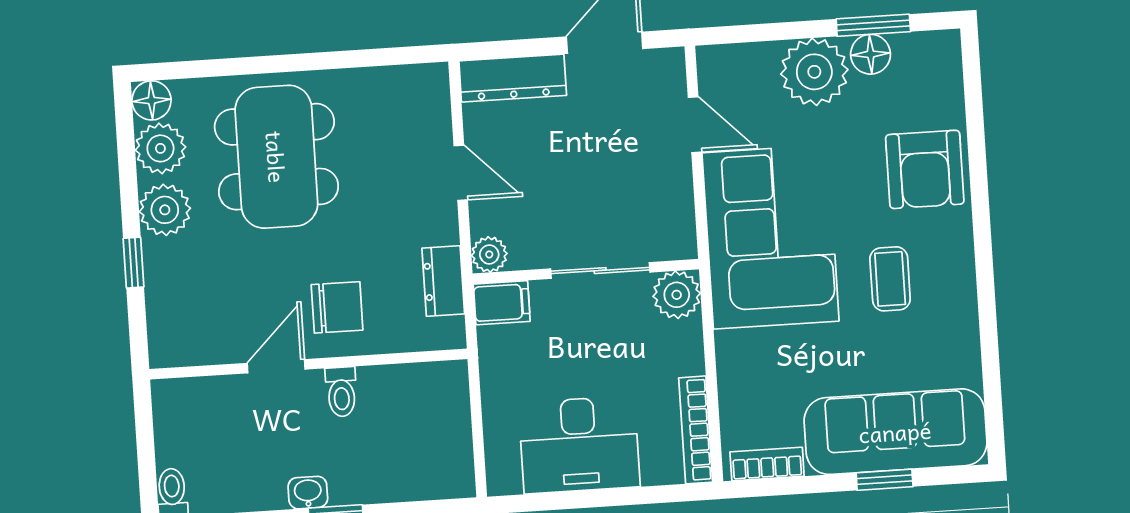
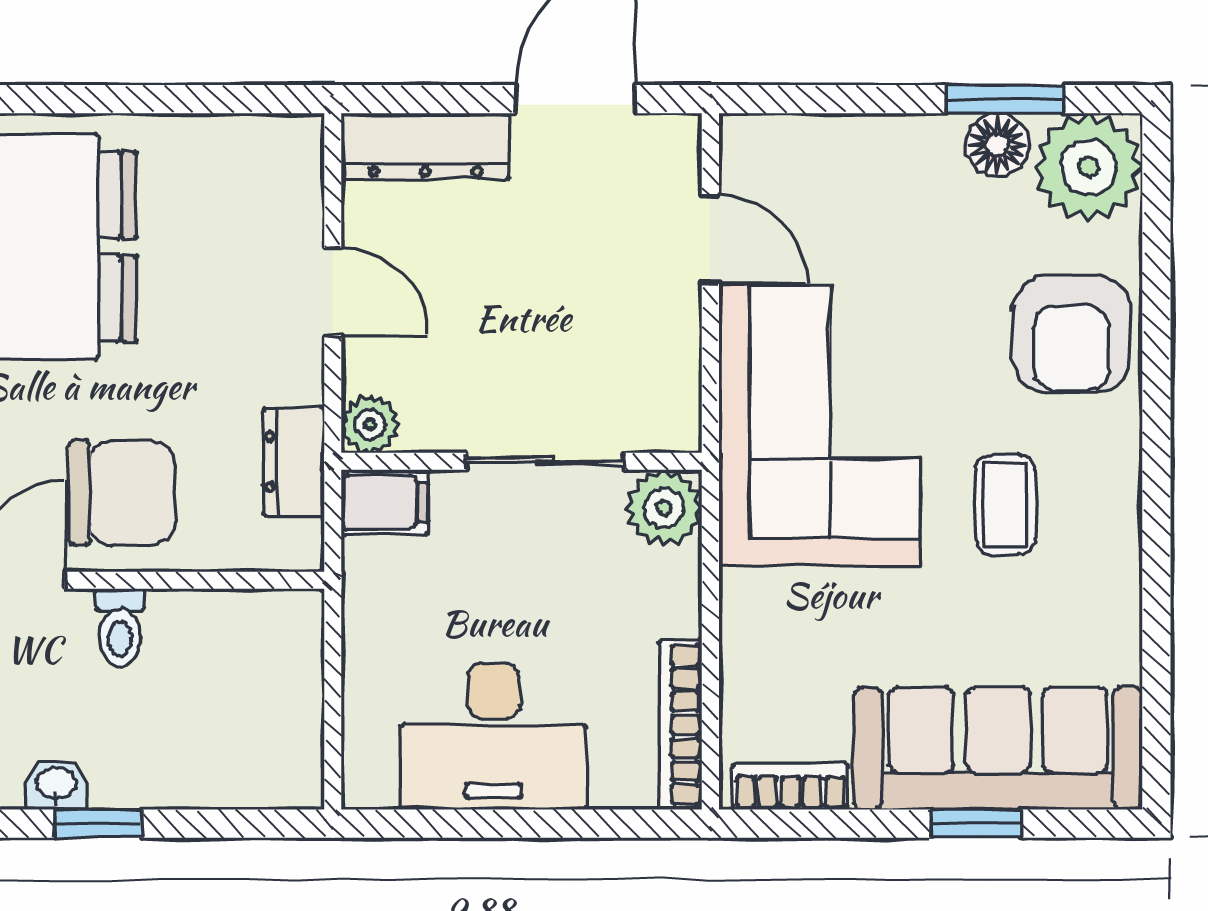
plant: (814, 72) -> (1089, 167), moved
chair: (337, 307) -> (122, 493), width x1.37, depth x1.37

